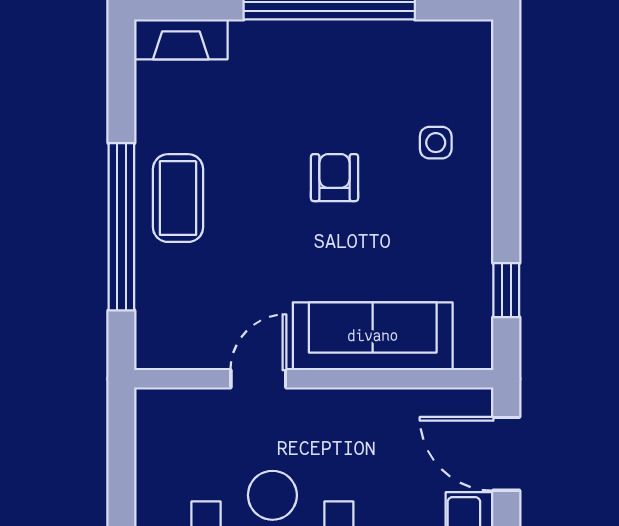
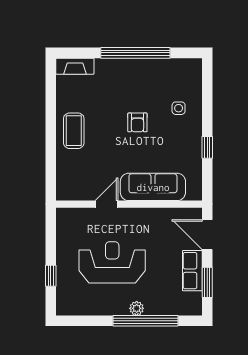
armchair: (335, 178) -> (137, 122), turned 180
window: (121, 227) -> (51, 142), removed
window: (506, 290) -> (207, 147), moved

